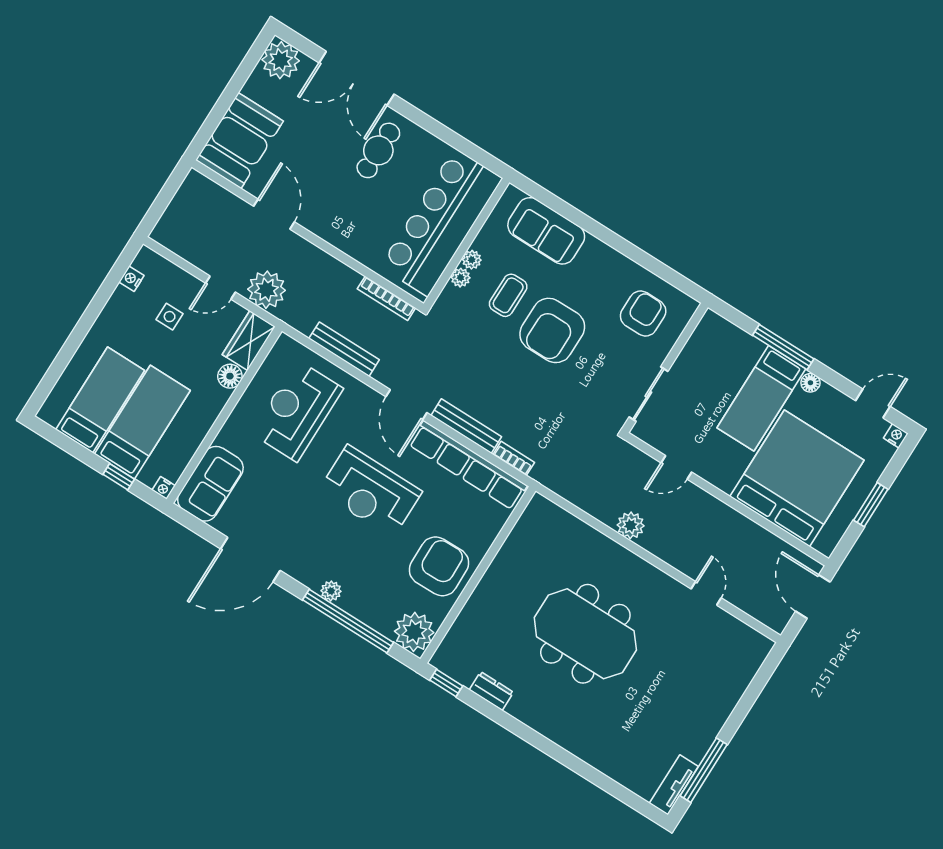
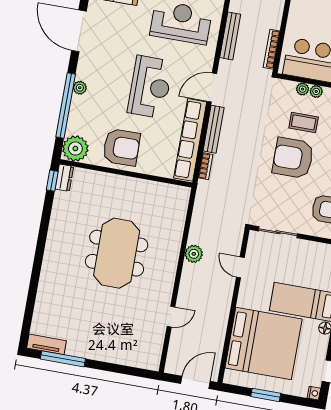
reception desk: (370, 491) -> (150, 87), turned 180
dresser: (491, 691) -> (64, 178), moved

